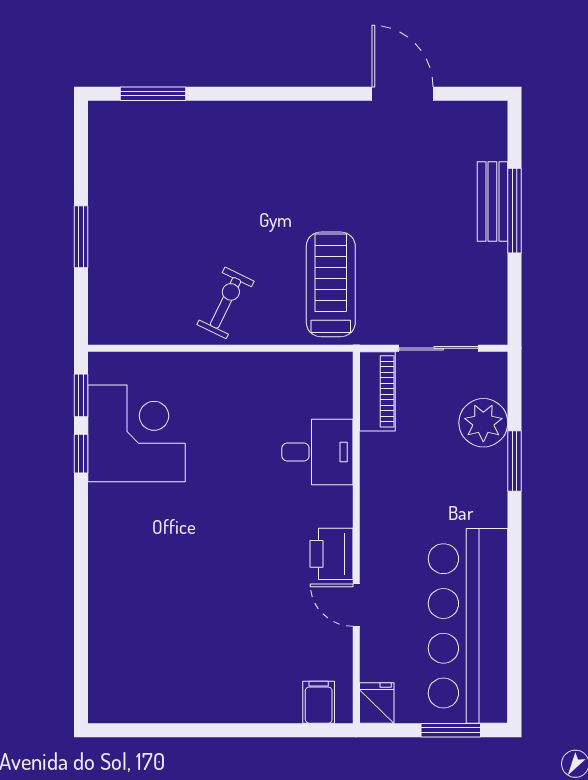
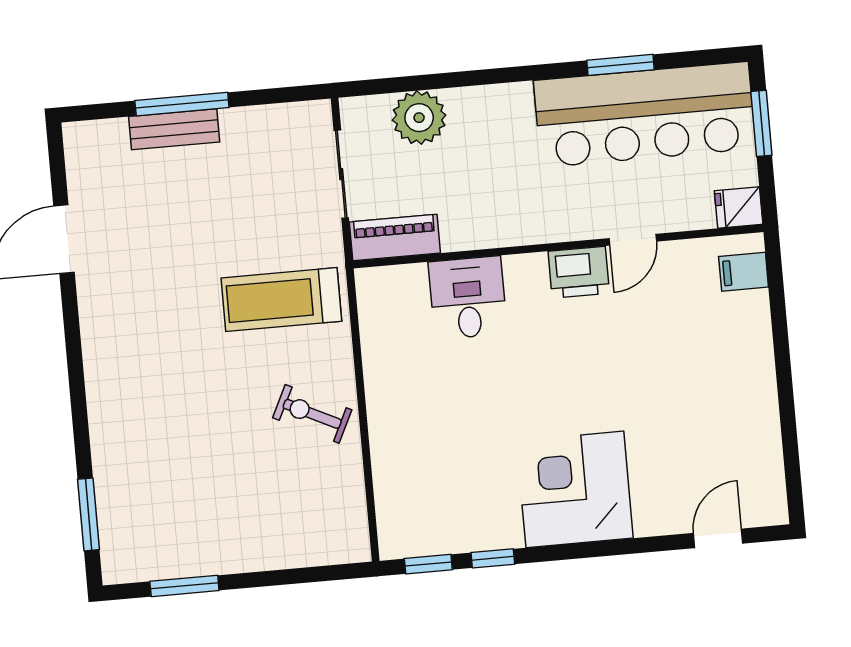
window: (81, 237) -> (184, 586), moved
corner desk: (137, 433) -> (575, 489), moved
window: (515, 461) -> (620, 65), moved
door: (81, 658) -> (718, 538), added

